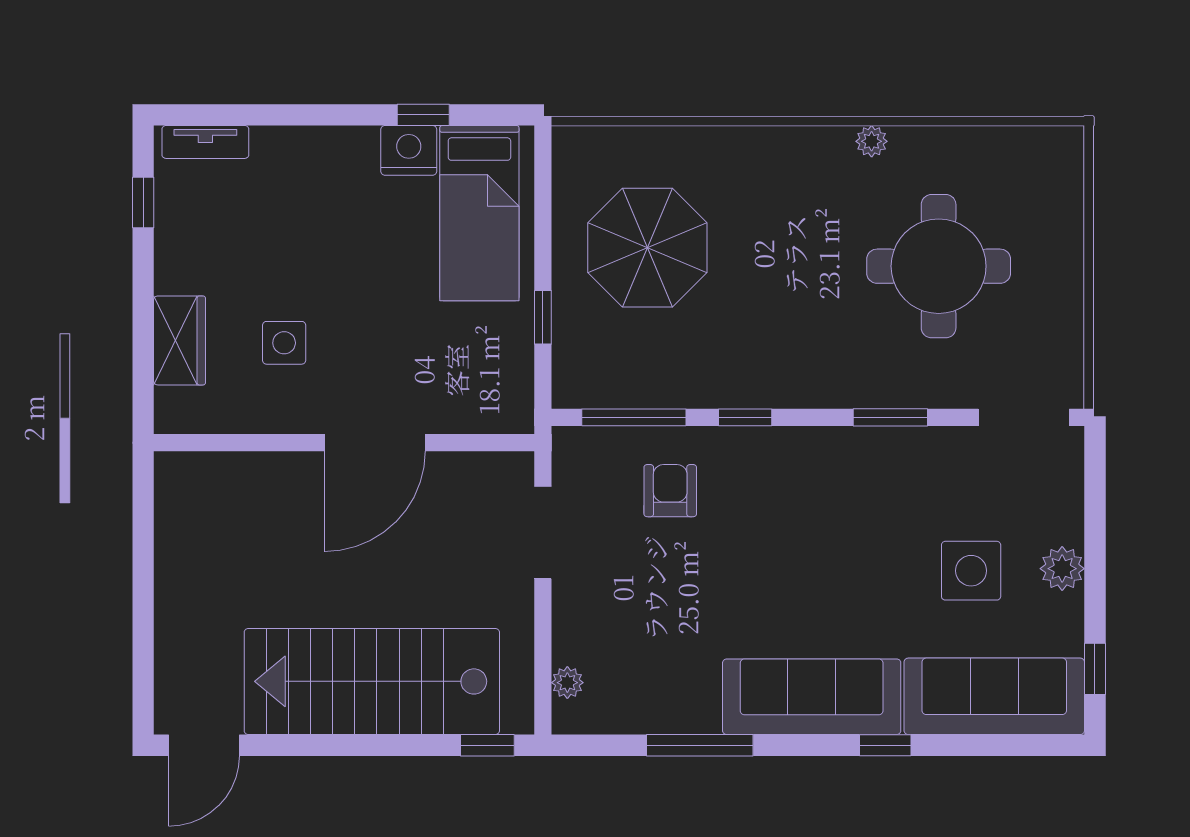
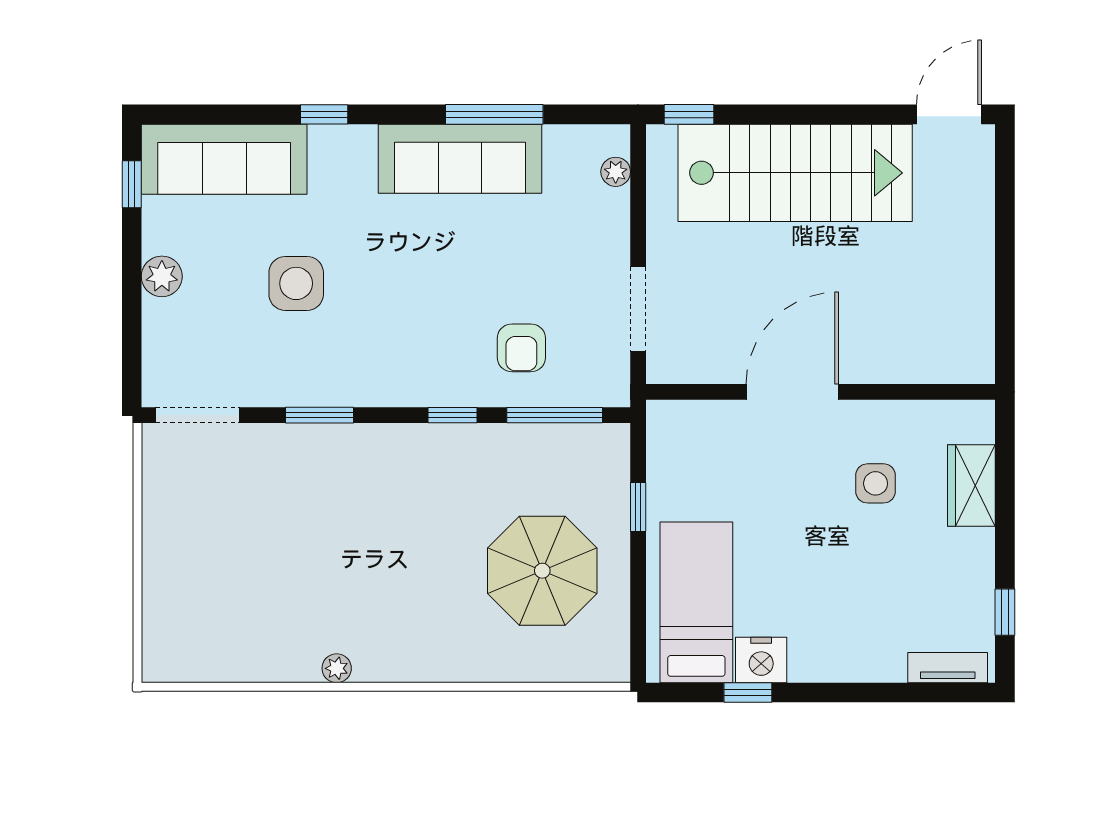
round table: (939, 266) -> (275, 554), removed
side table: (971, 571) -> (296, 283), moved
sofa: (812, 697) -> (460, 159), moved

